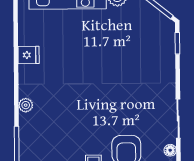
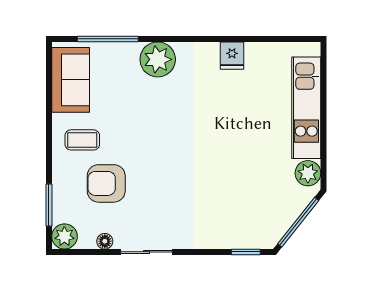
plant: (26, 105) -> (158, 59), width x1.88, depth x1.88

